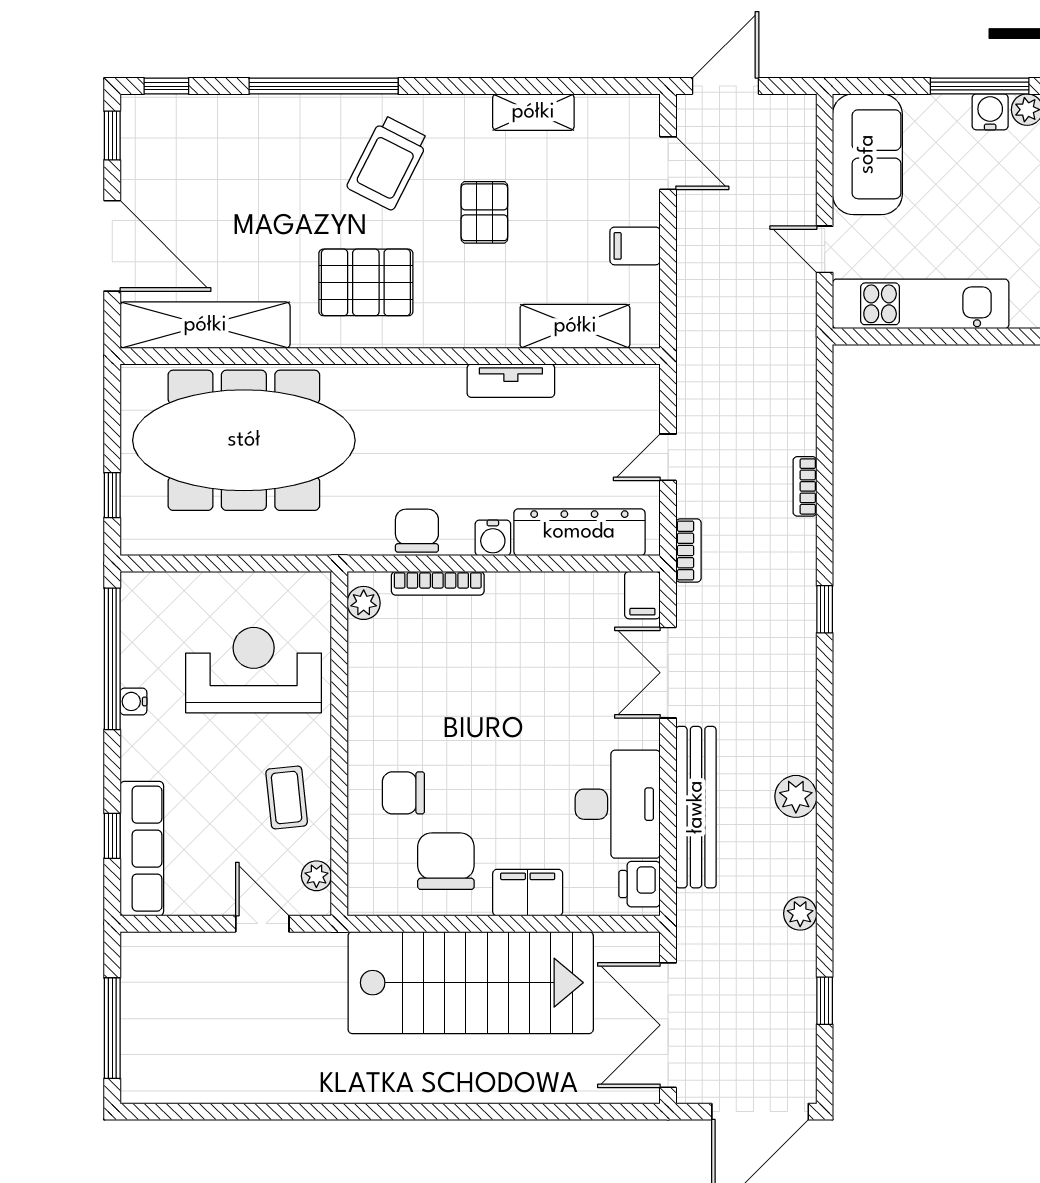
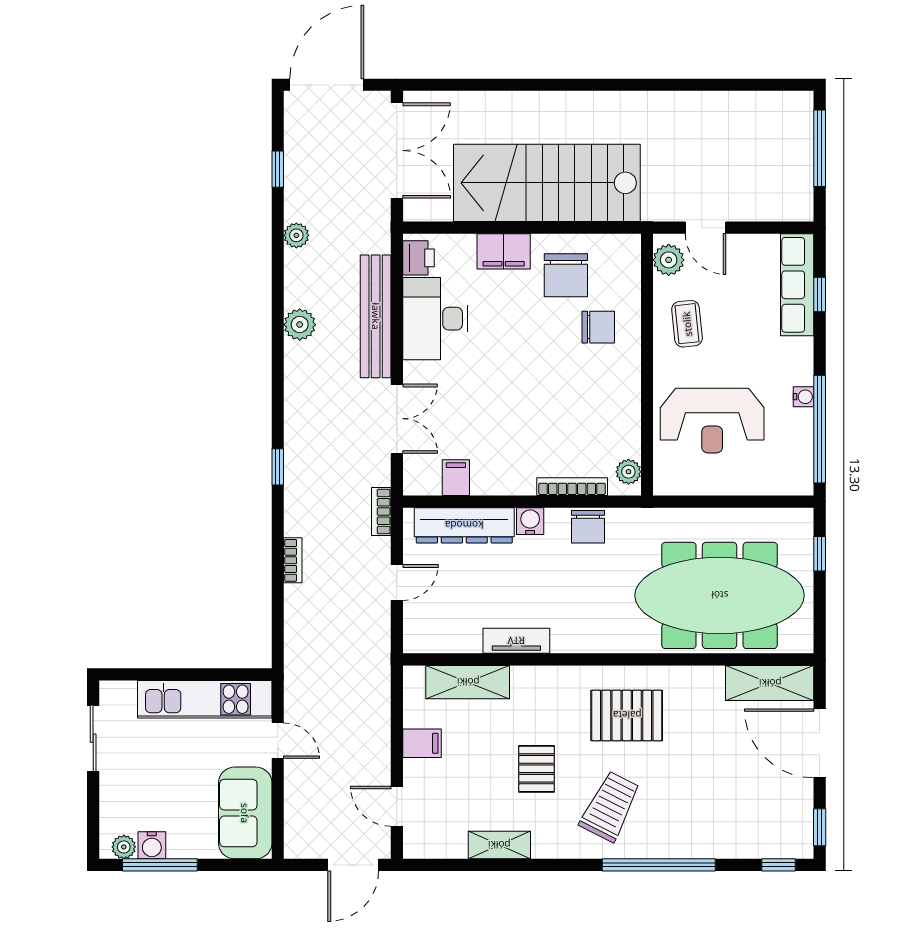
shelving: (205, 325) -> (770, 683), width x0.68
filing cabinet: (642, 595) -> (456, 478), moved
plant: (316, 876) -> (669, 260), width x1.38, depth x1.38

